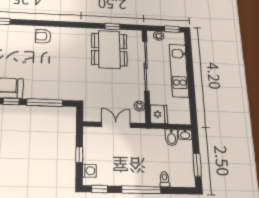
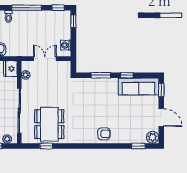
window: (45, 103) -> (101, 75), width x0.69
double door: (116, 125) -> (45, 59), swing flipped
window: (79, 155) -> (73, 21), moved
washing machine: (89, 171) -> (66, 45), moved

